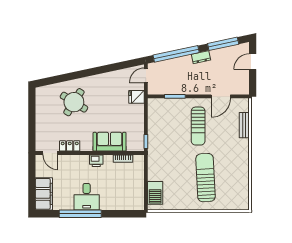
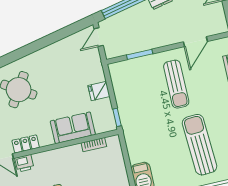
fridge: (136, 97) -> (99, 91), moved
printer: (96, 161) -> (24, 163), moved

